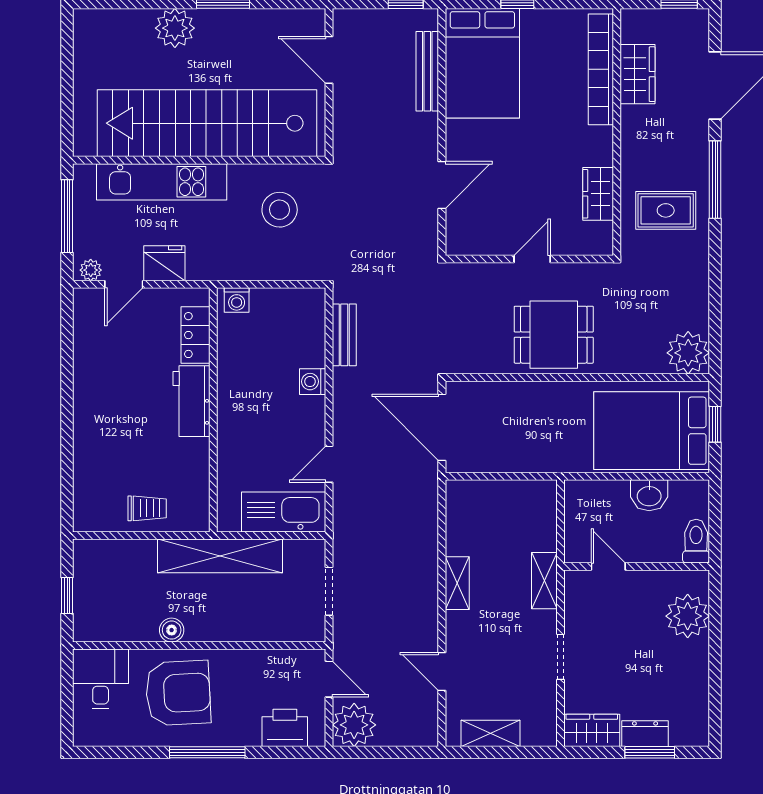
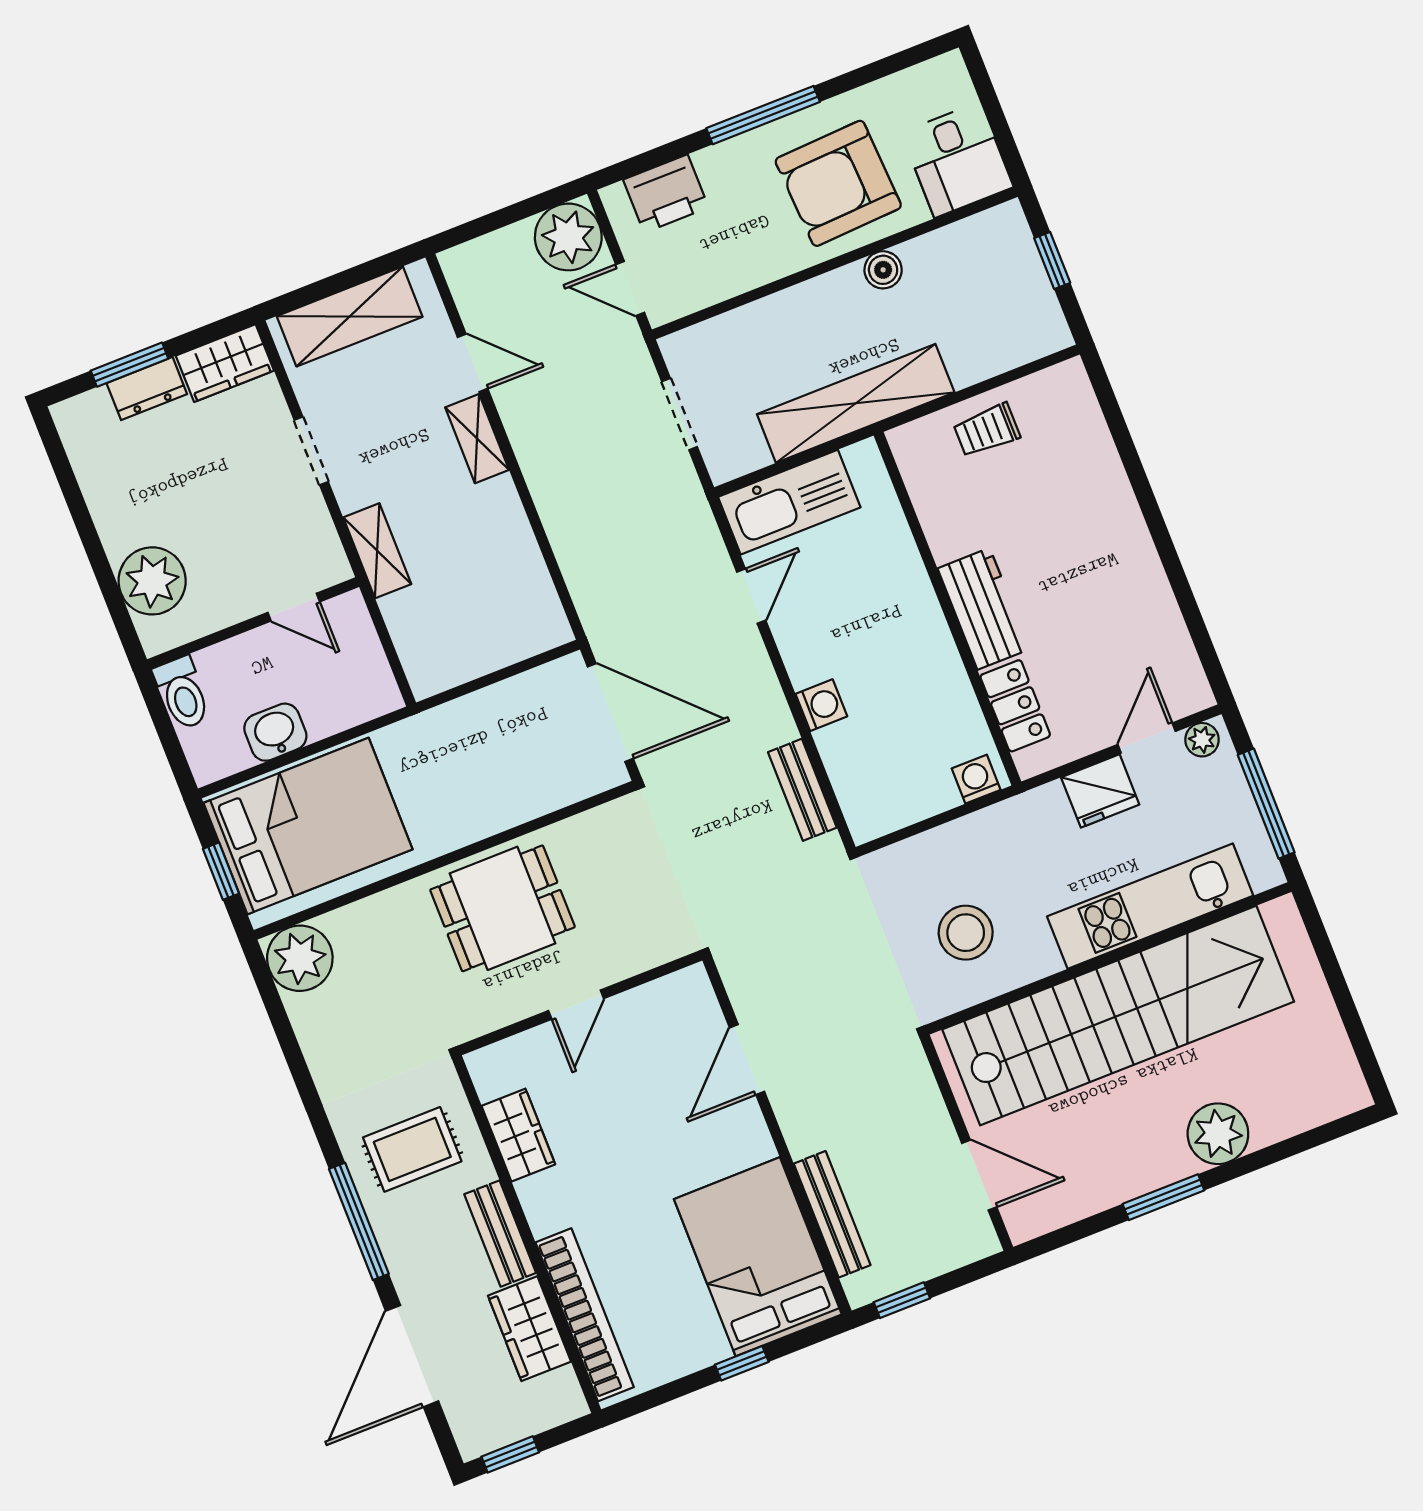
bench: (633, 139) -> (500, 1234), added
shelving: (457, 583) -> (477, 439), moved
shelving: (490, 733) -> (350, 316), width x1.50, depth x1.33

